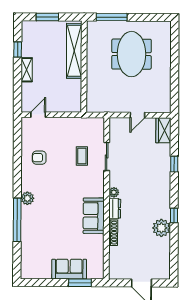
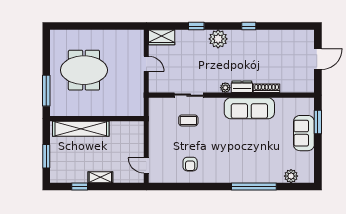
plant: (27, 198) -> (291, 176), moved
sofa: (94, 216) -> (249, 108), width x1.36
plant: (161, 228) -> (218, 39), moved

